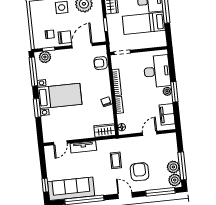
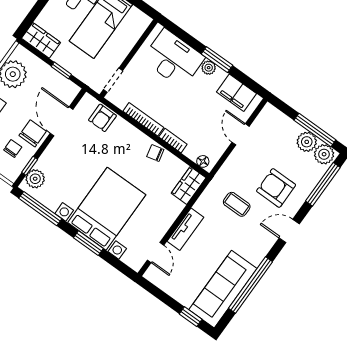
bed with nightstands: (60, 96) -> (107, 209), width x1.36

